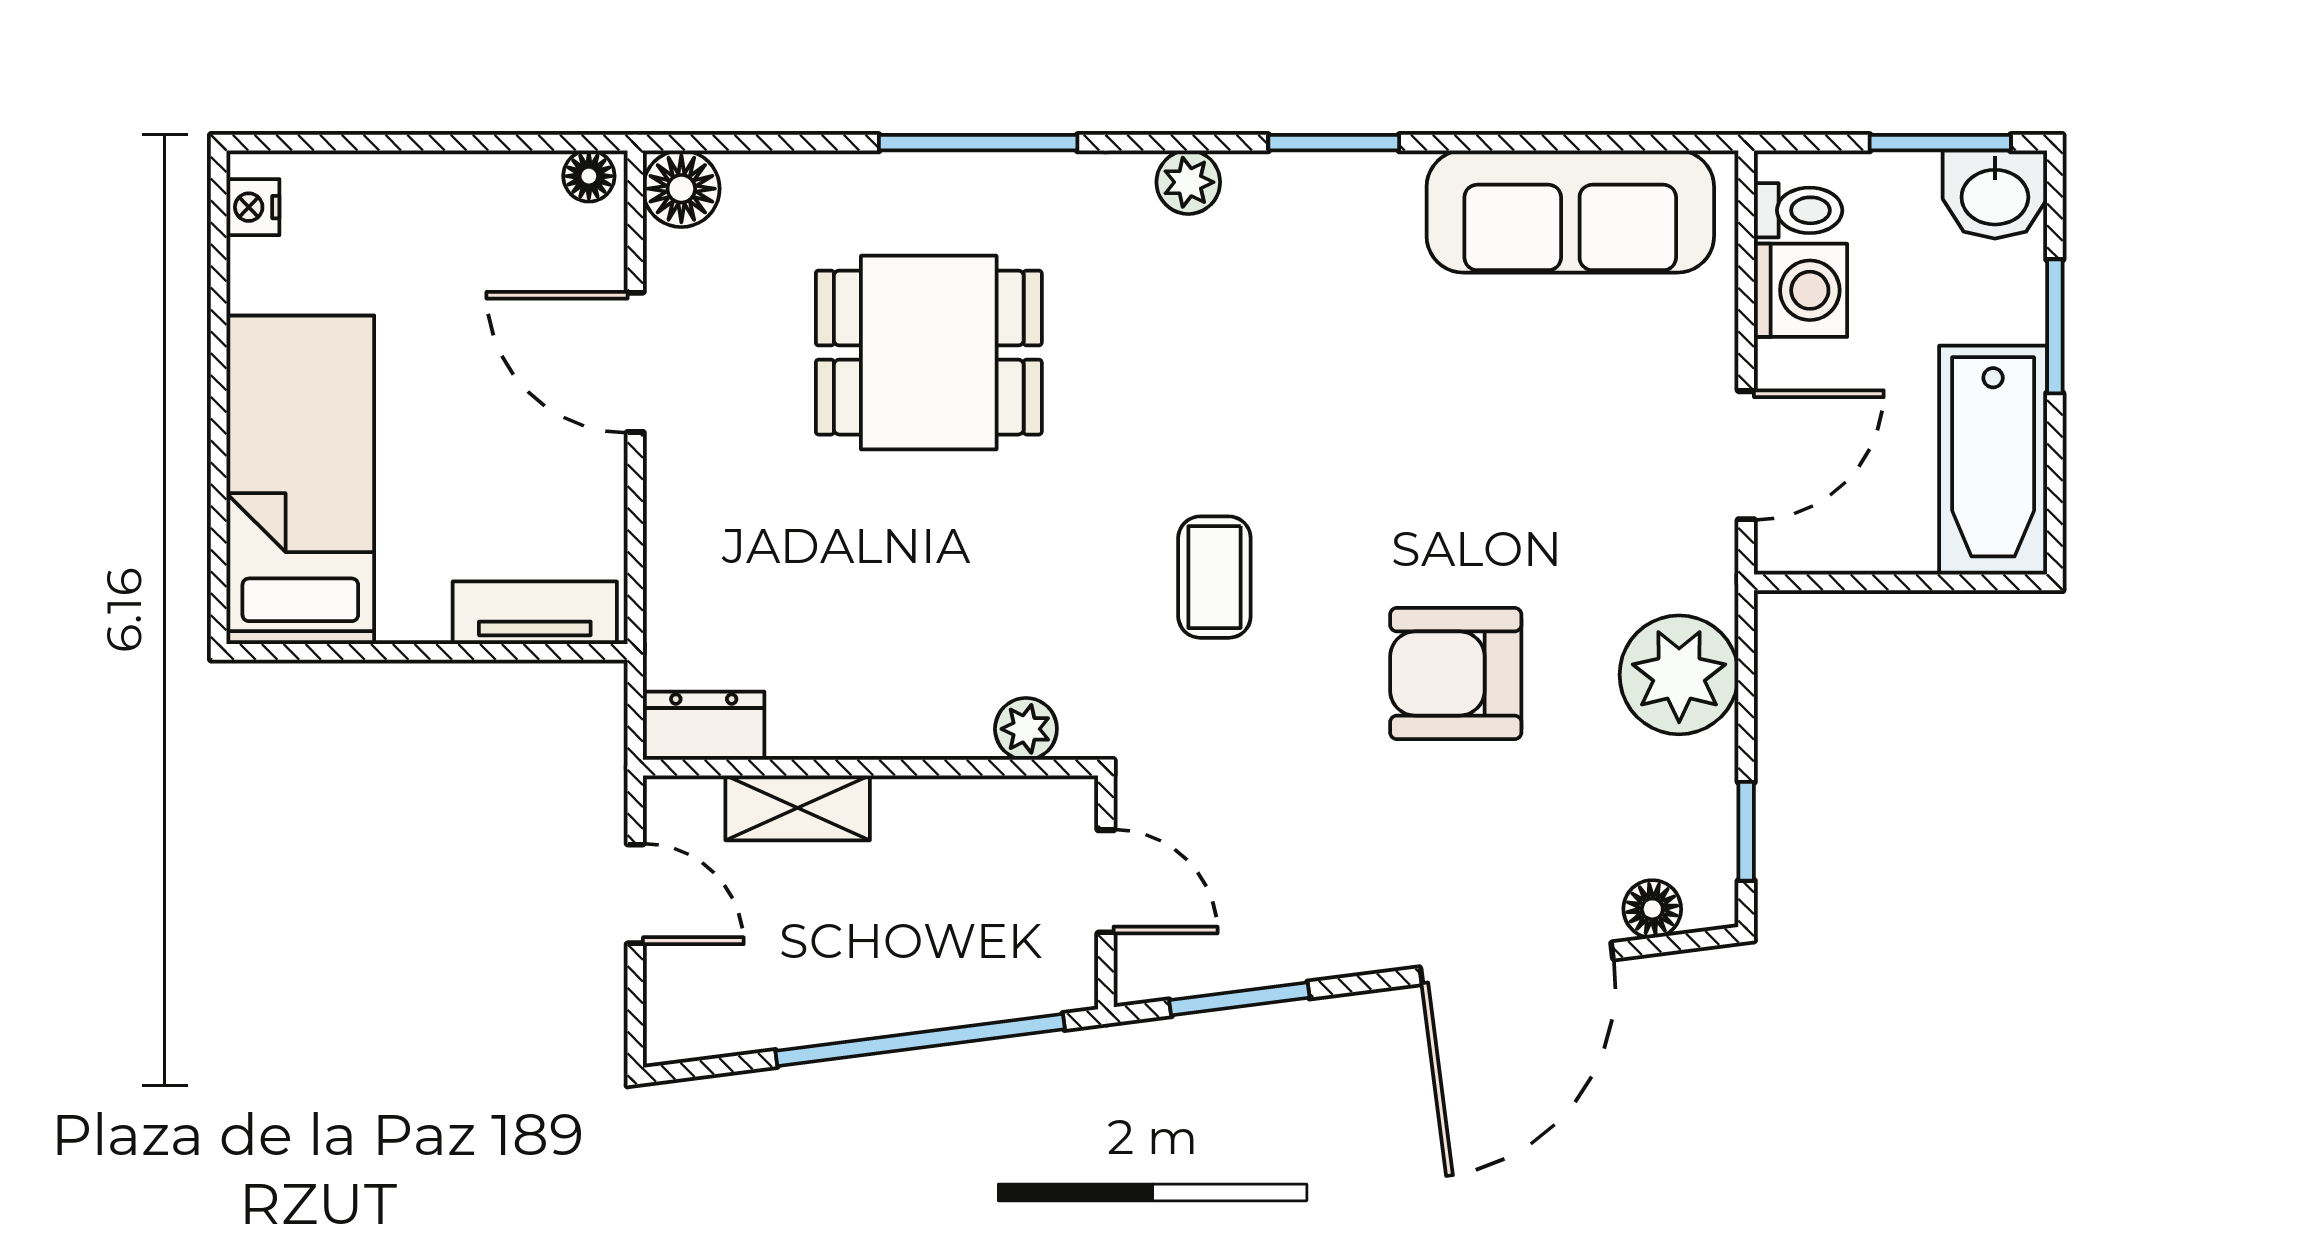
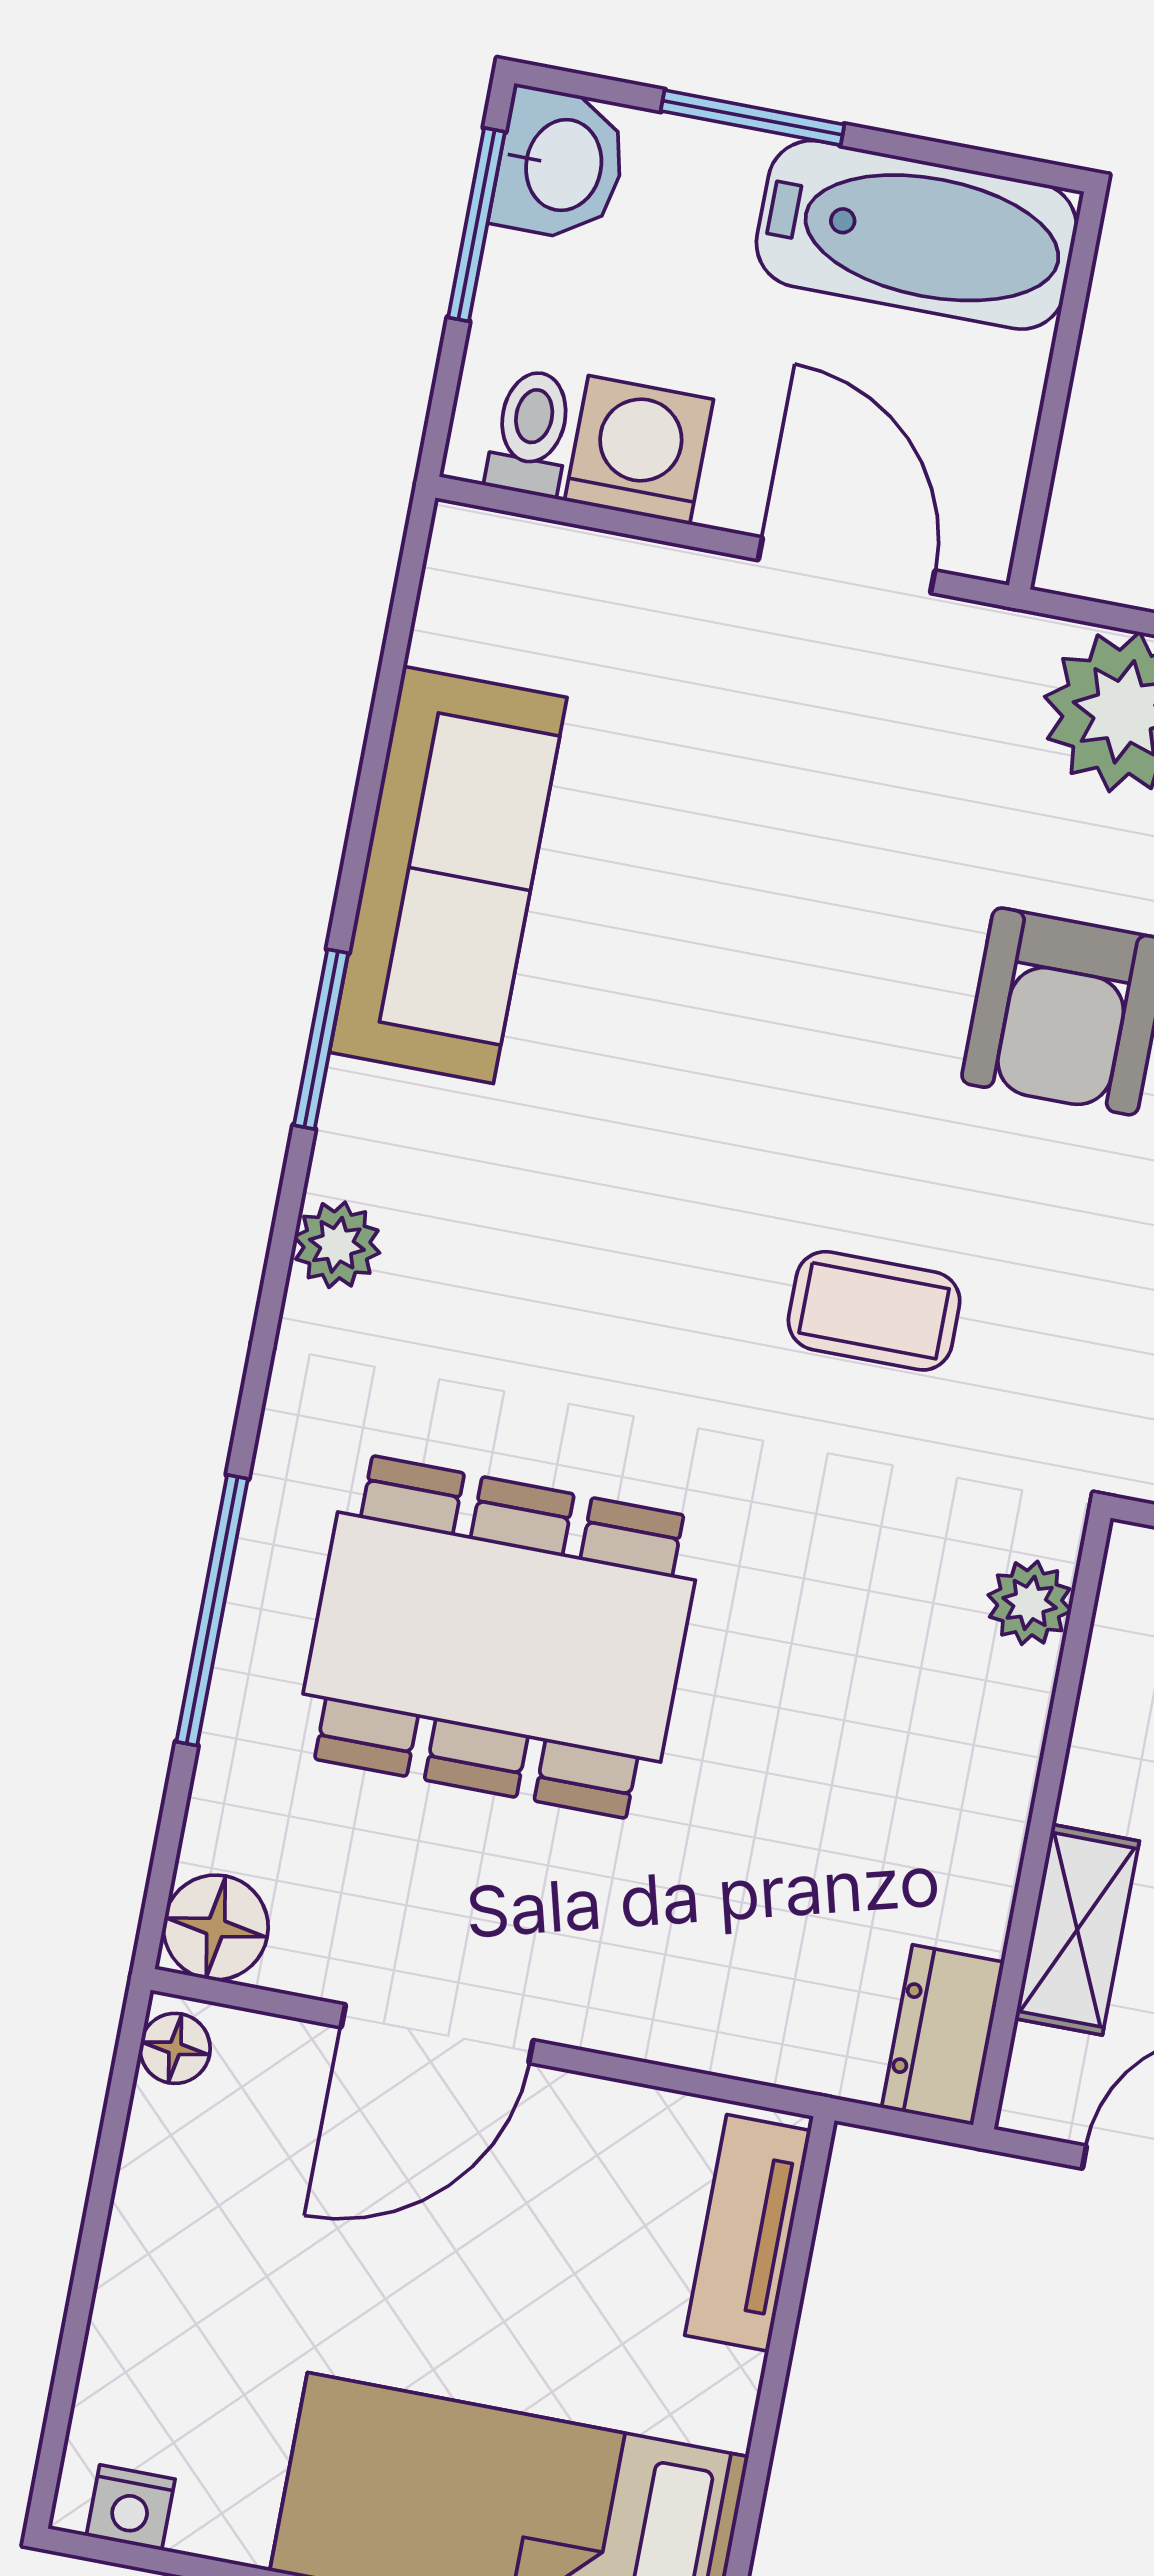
window: (978, 143) -> (212, 1610), moved
sofa: (1570, 212) -> (448, 875), moved
dining table: (929, 353) -> (499, 1637), width x1.38

